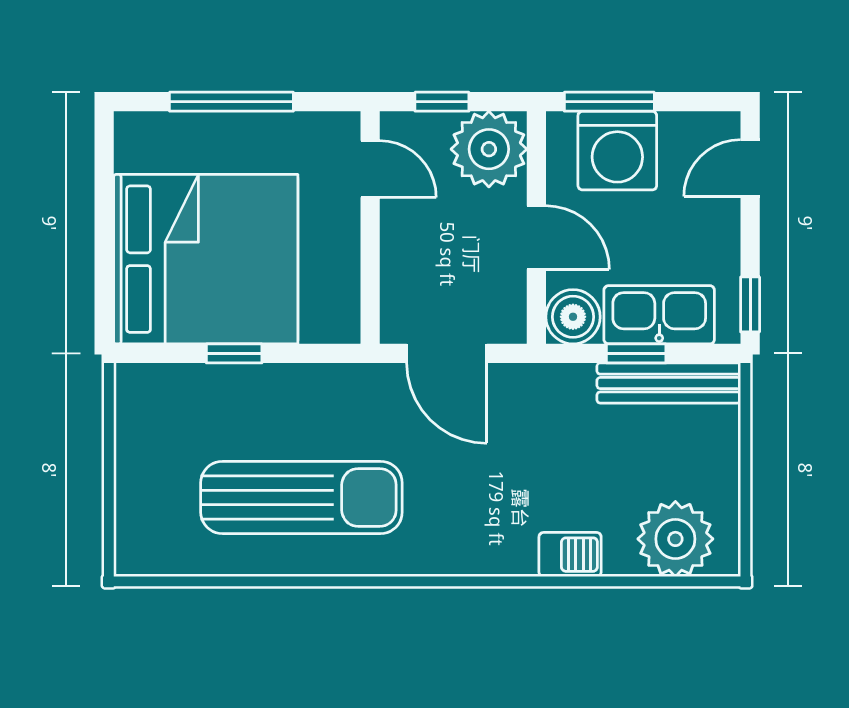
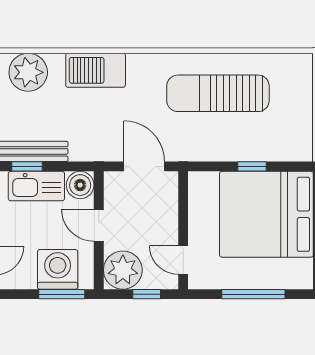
window: (636, 353) -> (27, 166), moved
barbecue: (570, 555) -> (96, 70), width x1.88, depth x1.53

